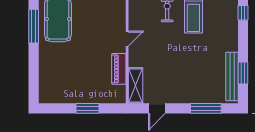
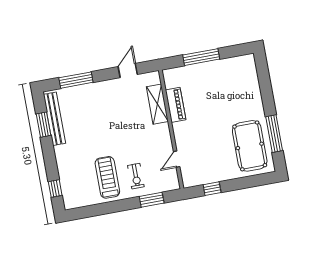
door: (127, 39) -> (177, 159), moved
shelving: (135, 86) -> (157, 104), moved
window: (87, 108) -> (201, 57), width x1.44

